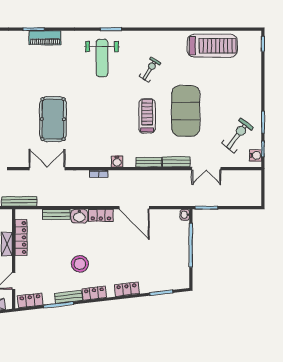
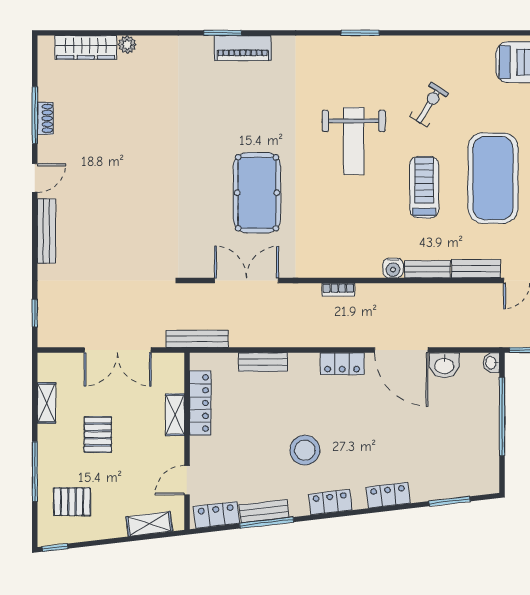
weight bench: (102, 58) -> (354, 141), moved
water cooler: (117, 161) -> (393, 268), moved
washbasin: (79, 216) -> (444, 365), moved
bench: (68, 297) -> (264, 511), moved

